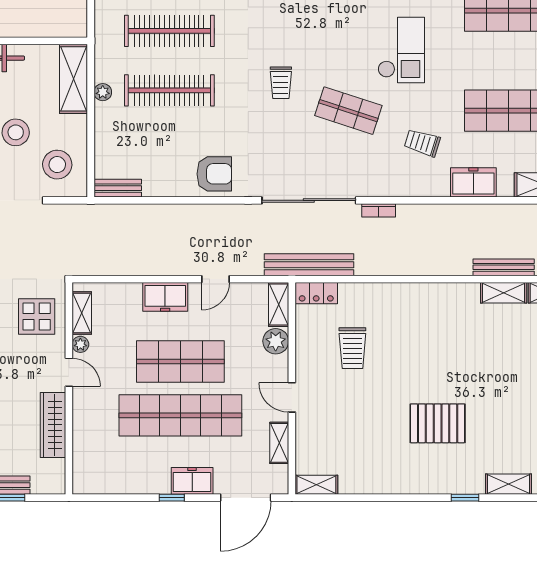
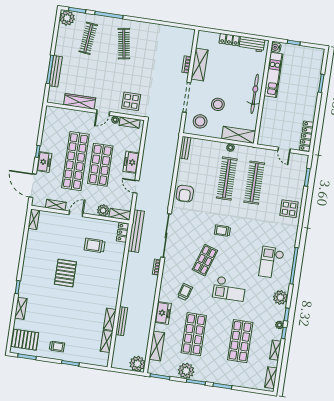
pallet: (438, 423) -> (65, 273), moved

